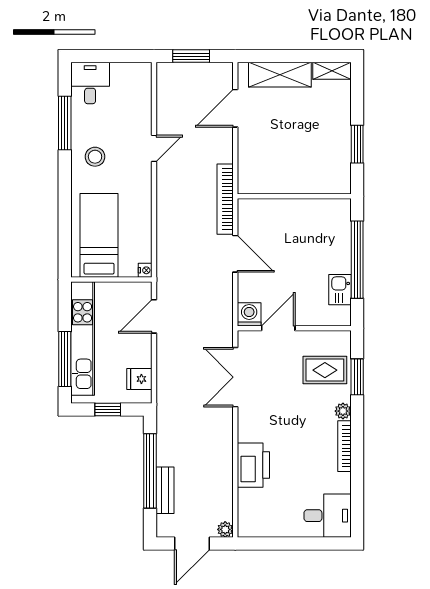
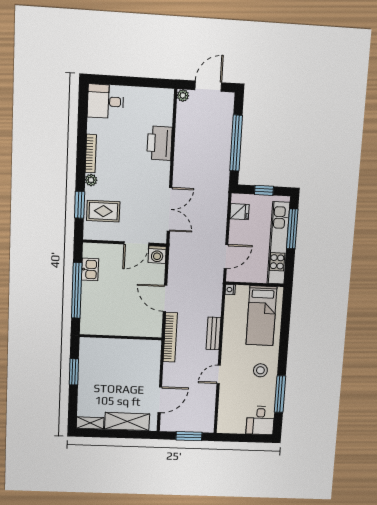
bench: (165, 490) -> (213, 333), moved

